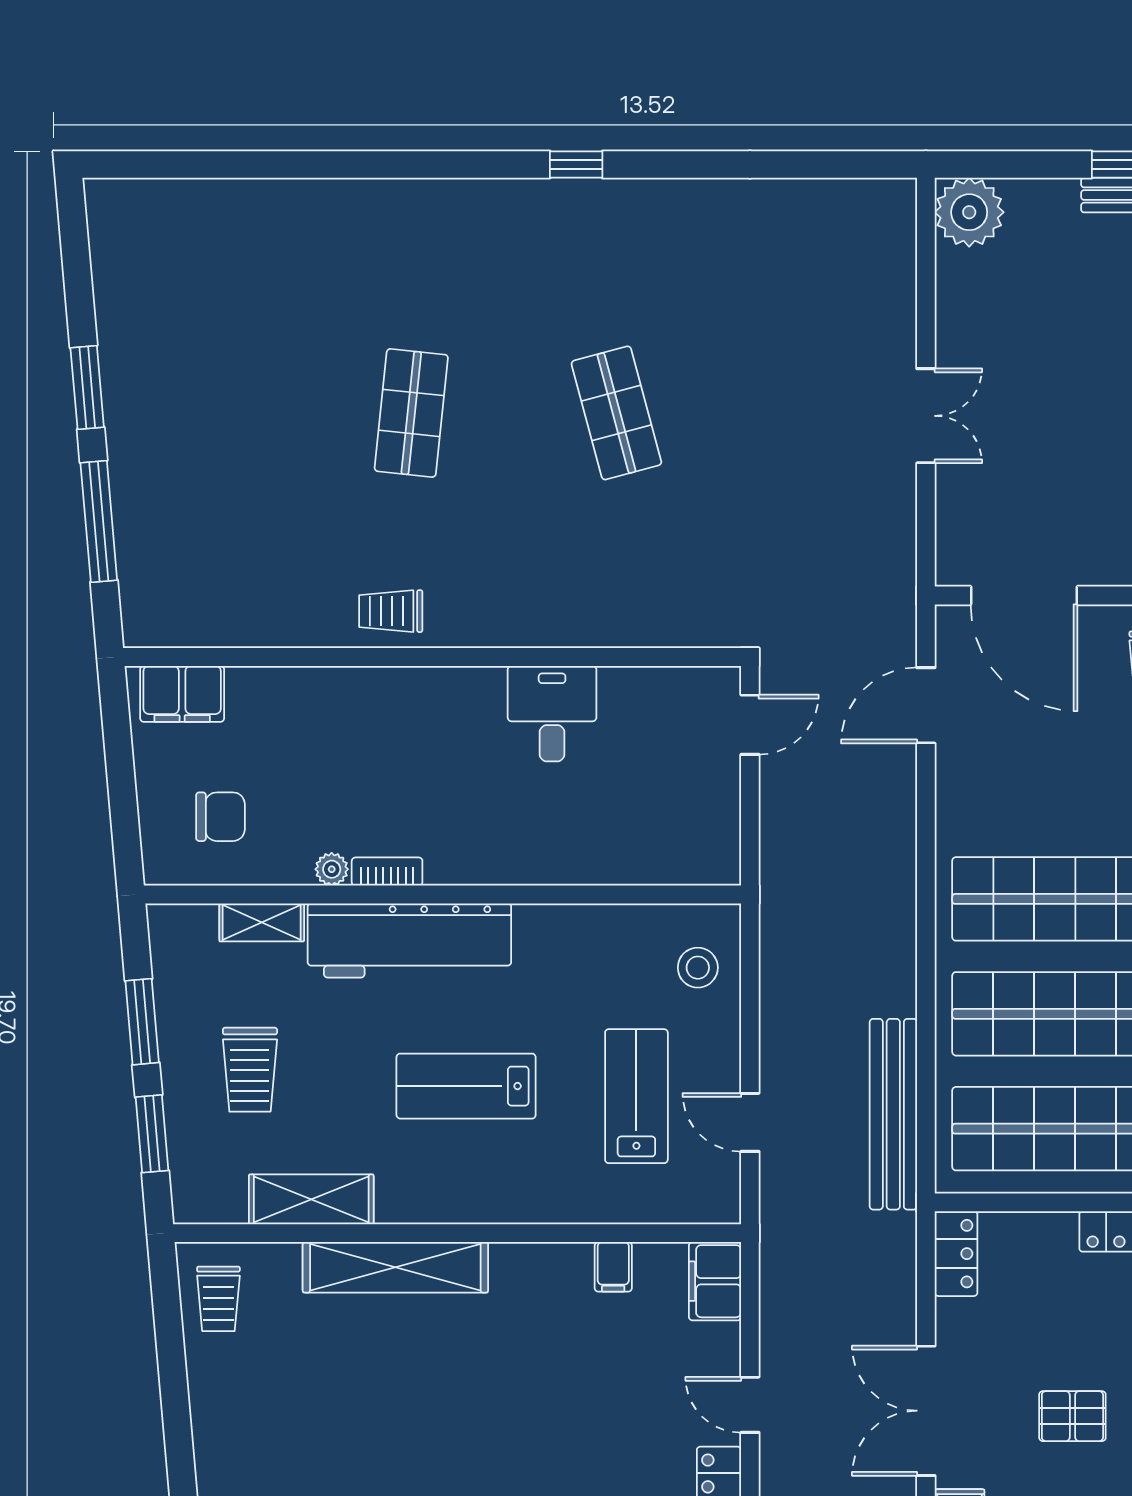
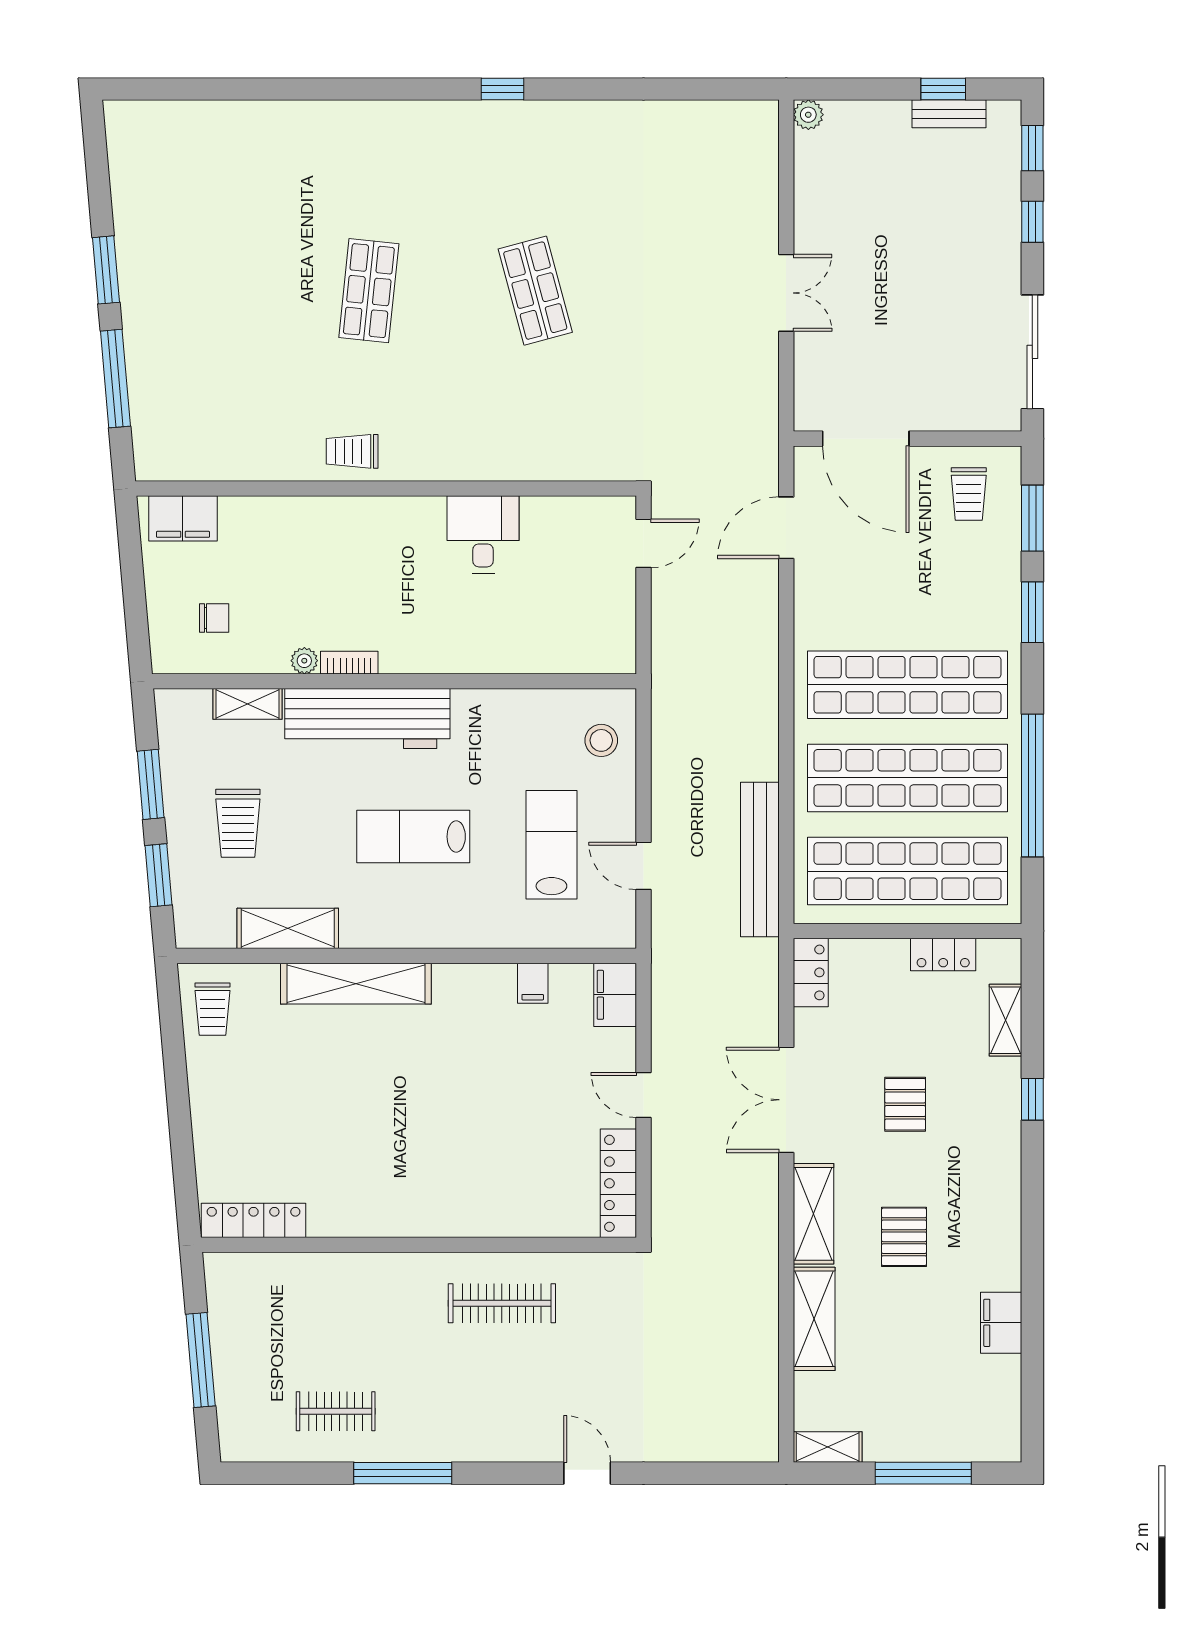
plant: (969, 212) -> (808, 115), width x0.53, depth x0.53
chair: (220, 817) -> (214, 618), width x0.73, depth x0.73
pallet: (1072, 1416) -> (905, 1104), turned 90

